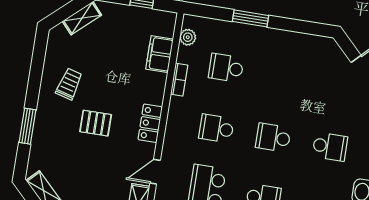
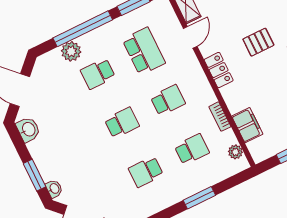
school desk: (330, 147) -> (146, 172), moved

